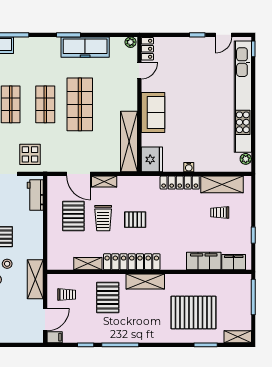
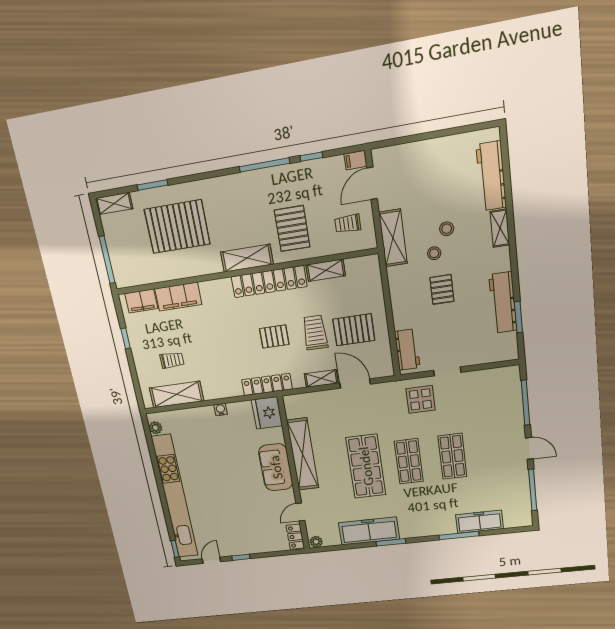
shelving: (129, 141) -> (303, 454), moved
locker: (180, 183) -> (267, 384), moved
pallet: (73, 216) -> (354, 330), turned 90

